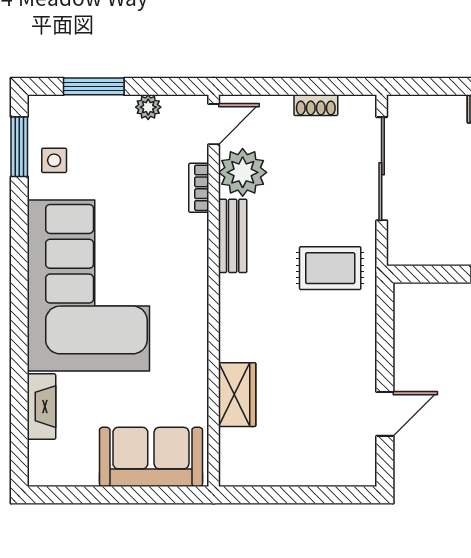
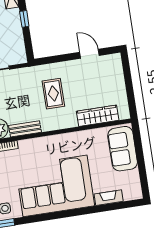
rug: (330, 268) -> (53, 94), moved
wardrobe: (237, 395) -> (98, 116), width x1.50

